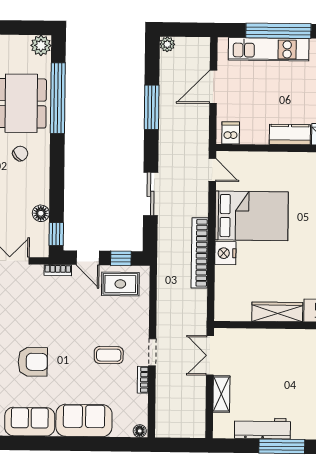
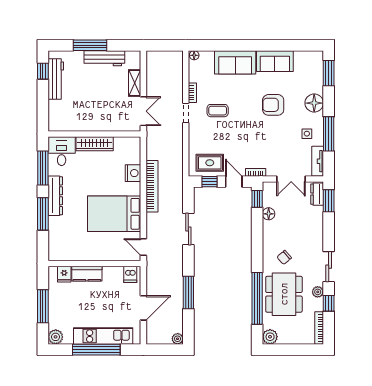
nightstand: (225, 253) -> (133, 173), moved

